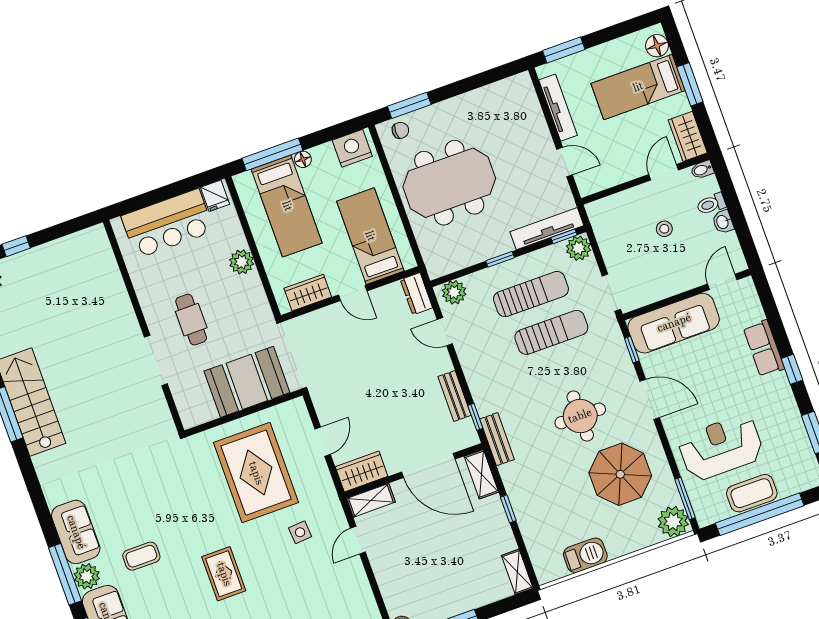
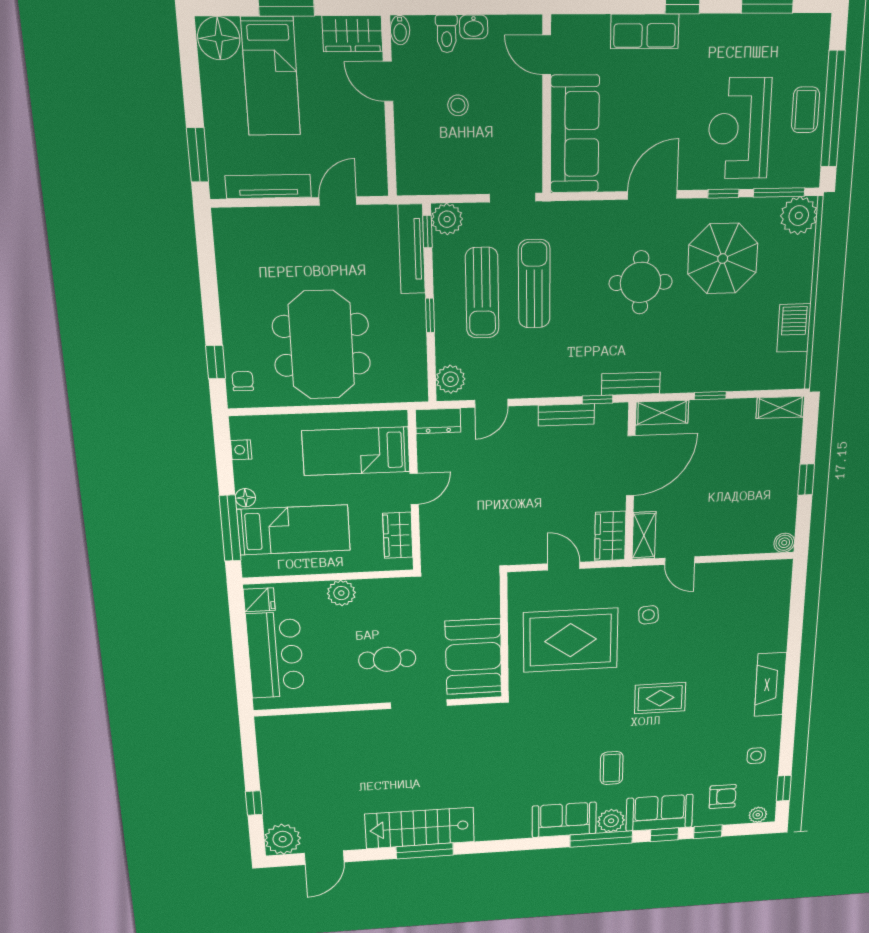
floor lamp: (657, 46) -> (219, 38), width x1.38, depth x1.38
window: (409, 105) -> (216, 362), width x0.67
nightstand: (352, 148) -> (241, 450), width x0.53, depth x0.56
sun lounger: (531, 294) -> (482, 293), turned 180
window: (632, 350) -> (723, 194), moved
booth: (247, 382) -> (473, 657), moved
coffee table: (752, 493) -> (805, 110), width x0.73, depth x0.77

